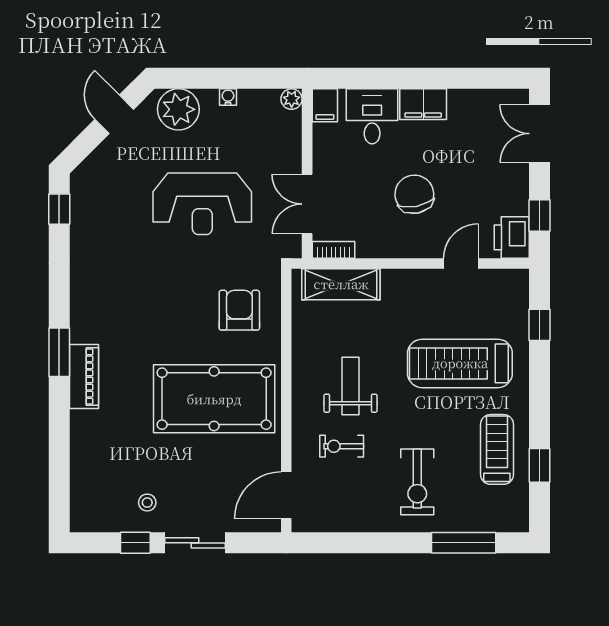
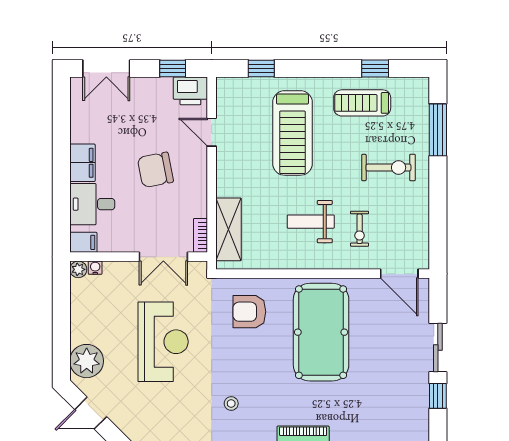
water cooler: (228, 97) -> (95, 268), moved, turned 90
stool: (147, 503) -> (231, 403), moved

